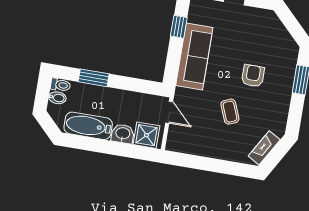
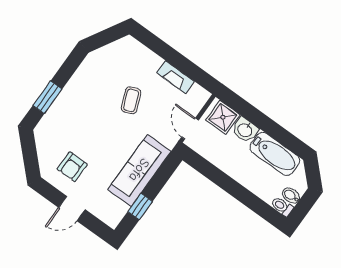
armchair: (253, 76) -> (72, 167), moved
window: (94, 78) -> (247, 198), removed
fireplace: (264, 148) -> (176, 77), moved, turned 60

